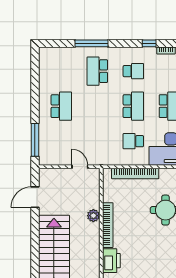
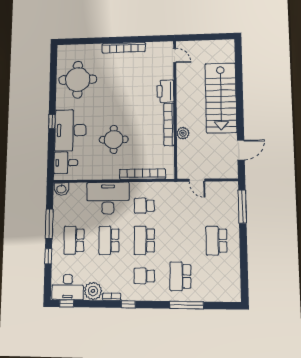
school desk: (97, 71) -> (180, 276), turned 180
school desk: (133, 141) -> (144, 206), turned 180

